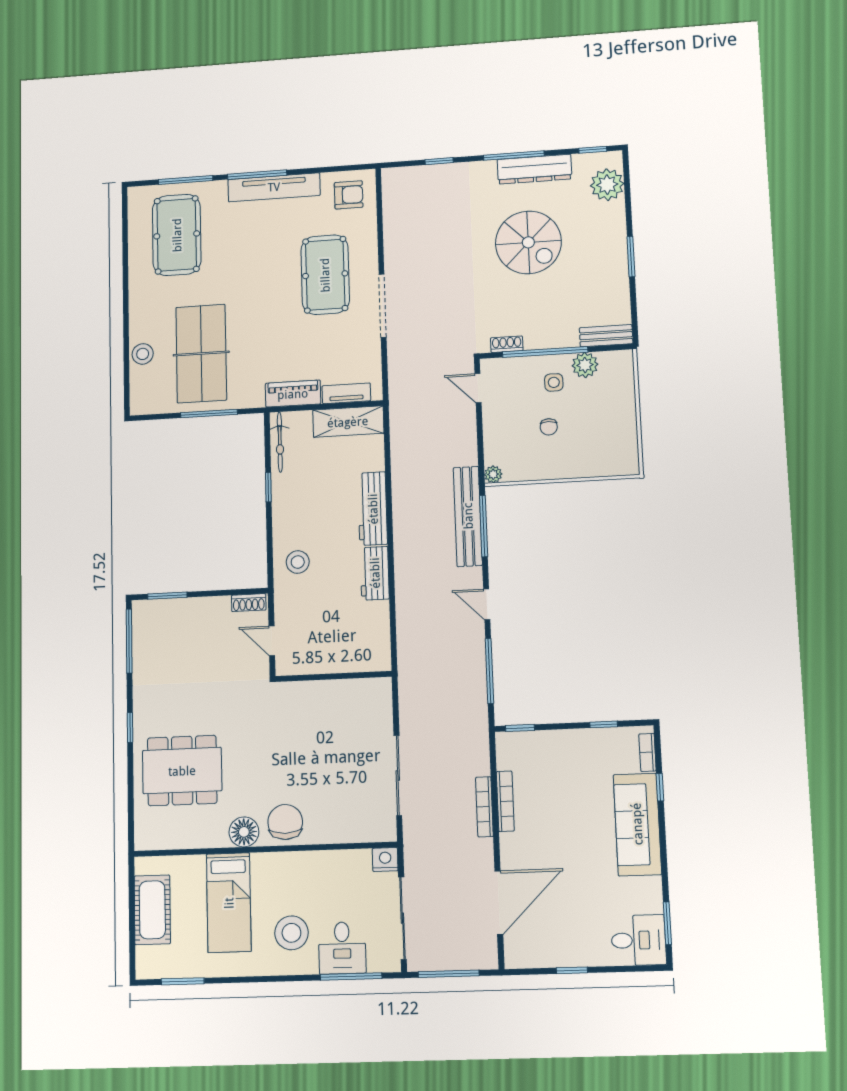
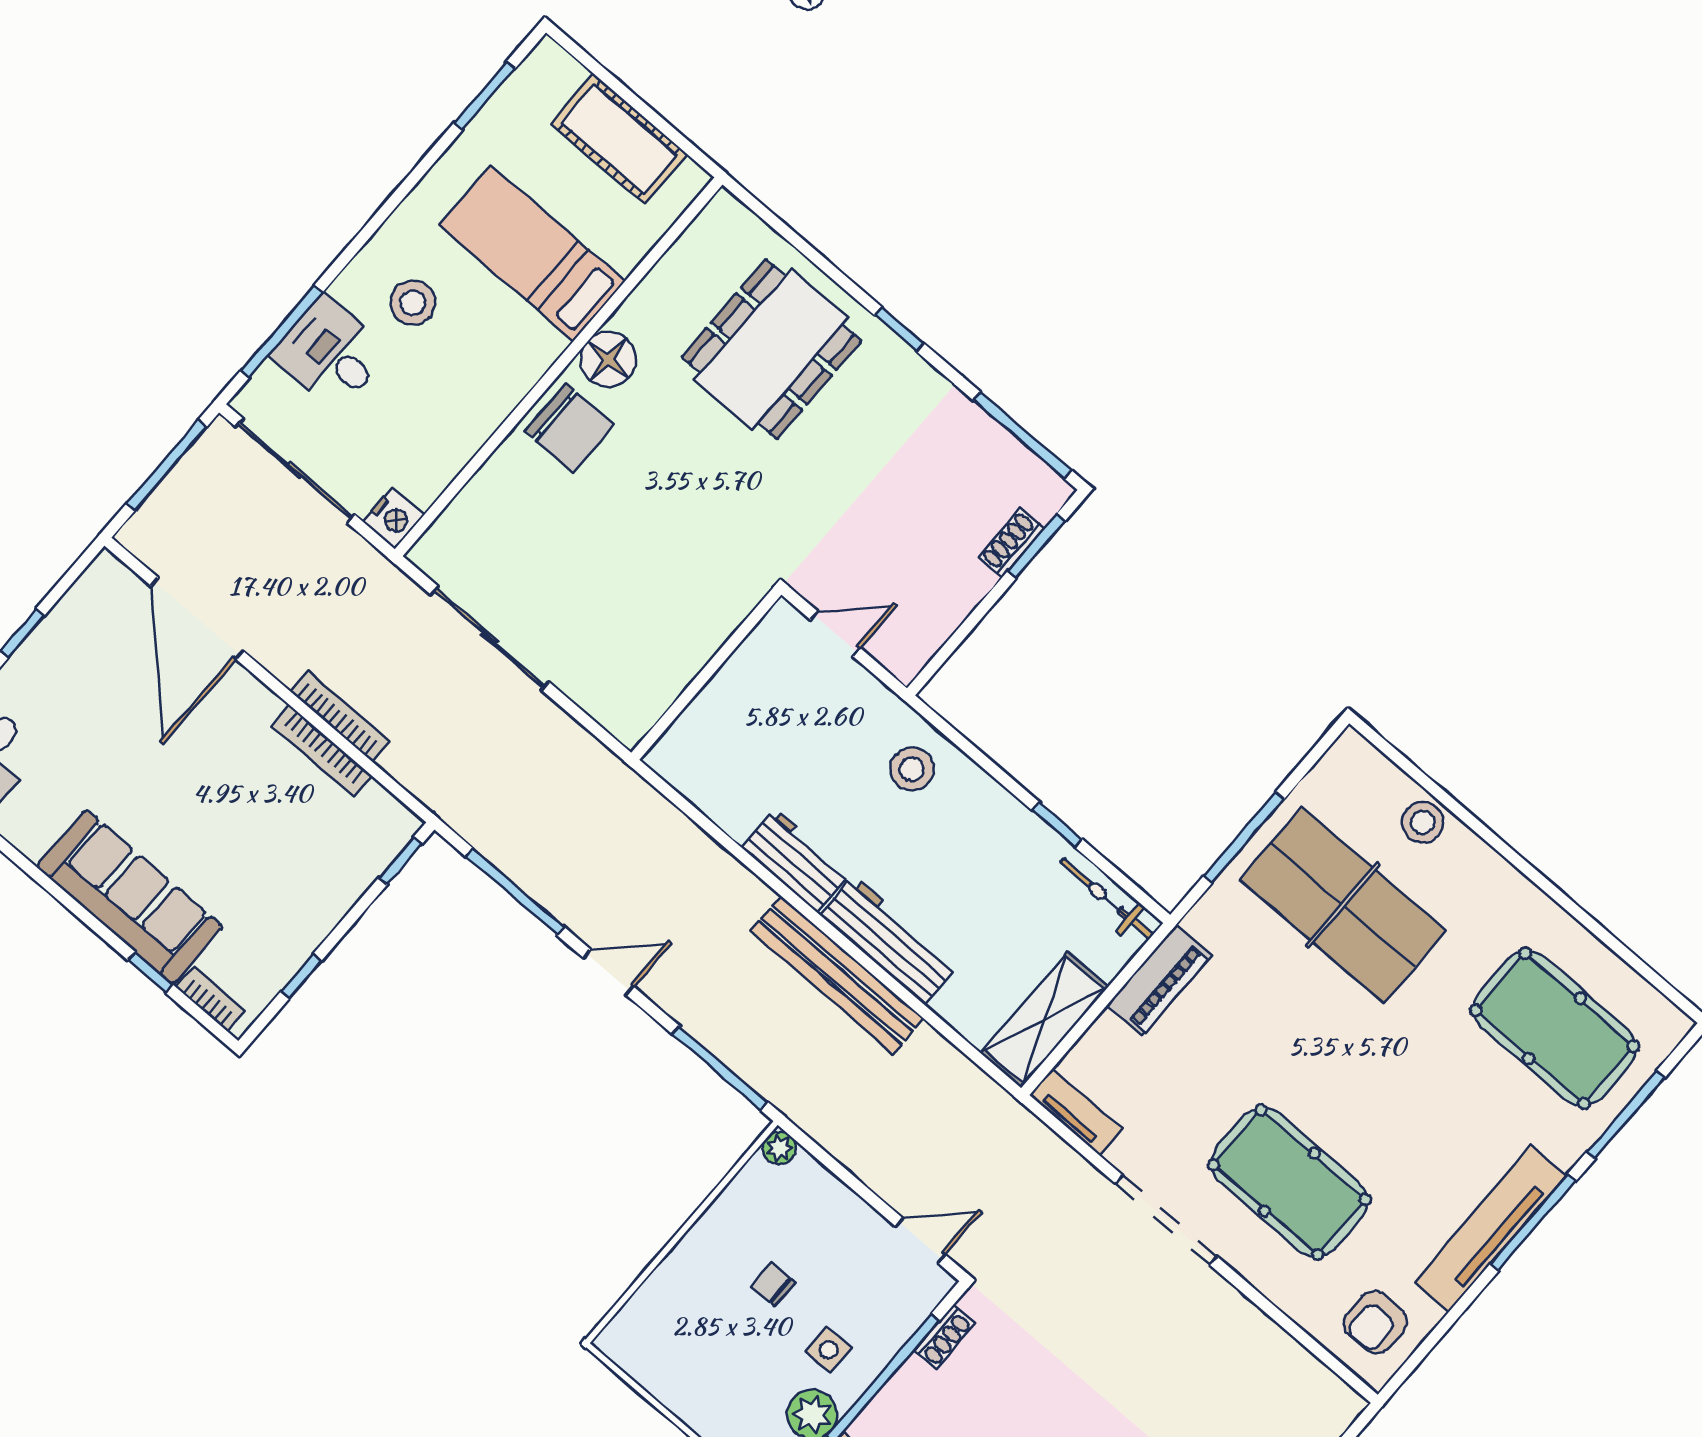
tv unit: (346, 393) -> (1076, 1112), moved, turned -90
bench: (468, 516) -> (837, 975), moved
shoe rack: (249, 603) -> (1011, 543), moved
stool: (291, 933) -> (413, 303), width x0.73, depth x0.73

